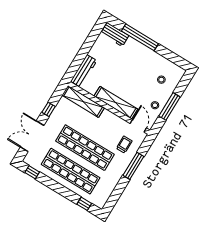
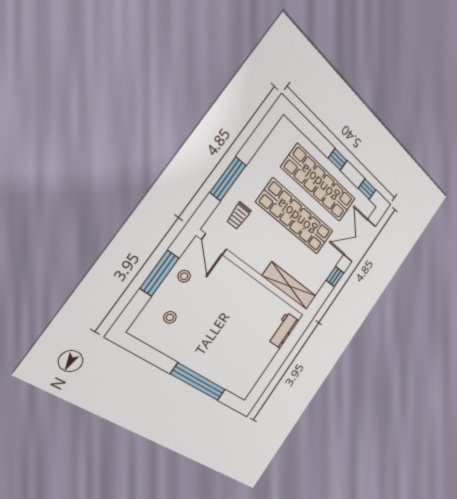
workbench: (115, 34) -> (235, 384), removed
workbench: (84, 71) -> (284, 330), width x0.73
shelving: (116, 103) -> (244, 283), removed
double door: (32, 136) -> (360, 240), swing flipped
window: (84, 204) -> (338, 159), moved

